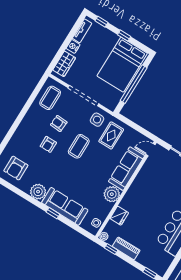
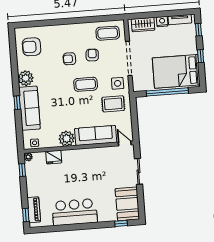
piano: (126, 248) -> (34, 210), moved

